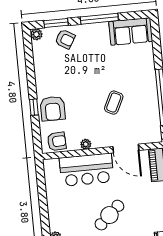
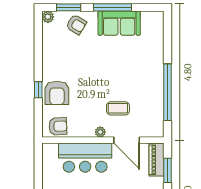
sofa: (131, 31) -> (119, 23), moved
coffee table: (114, 103) -> (118, 108), moved, turned 64
plant: (86, 144) -> (100, 132), moved

